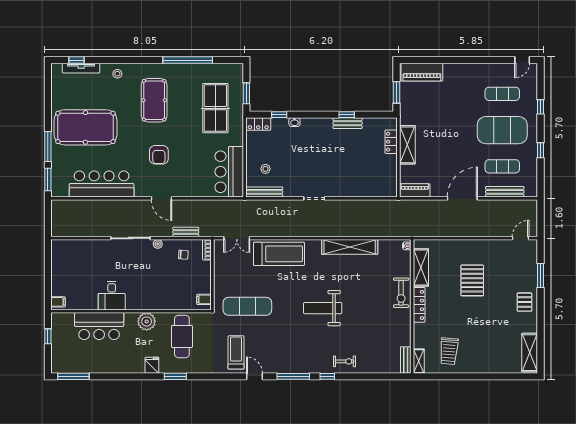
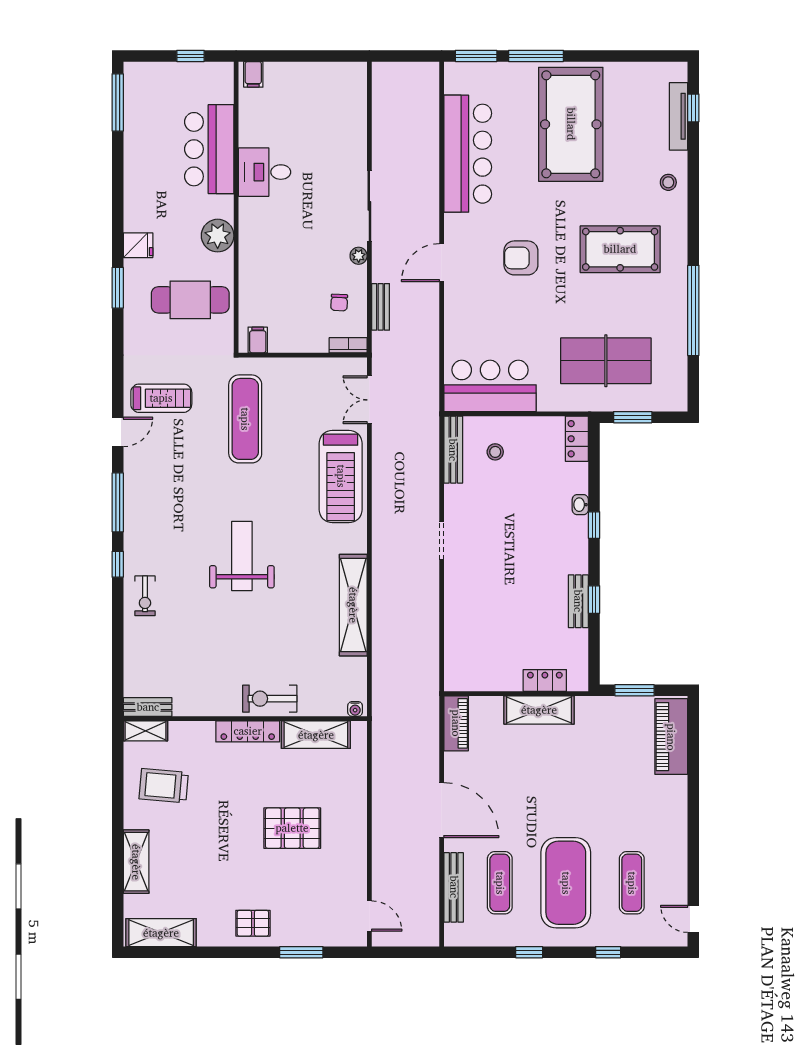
window: (279, 115) -> (594, 525), moved
shelving: (491, 366) -> (136, 862), added

